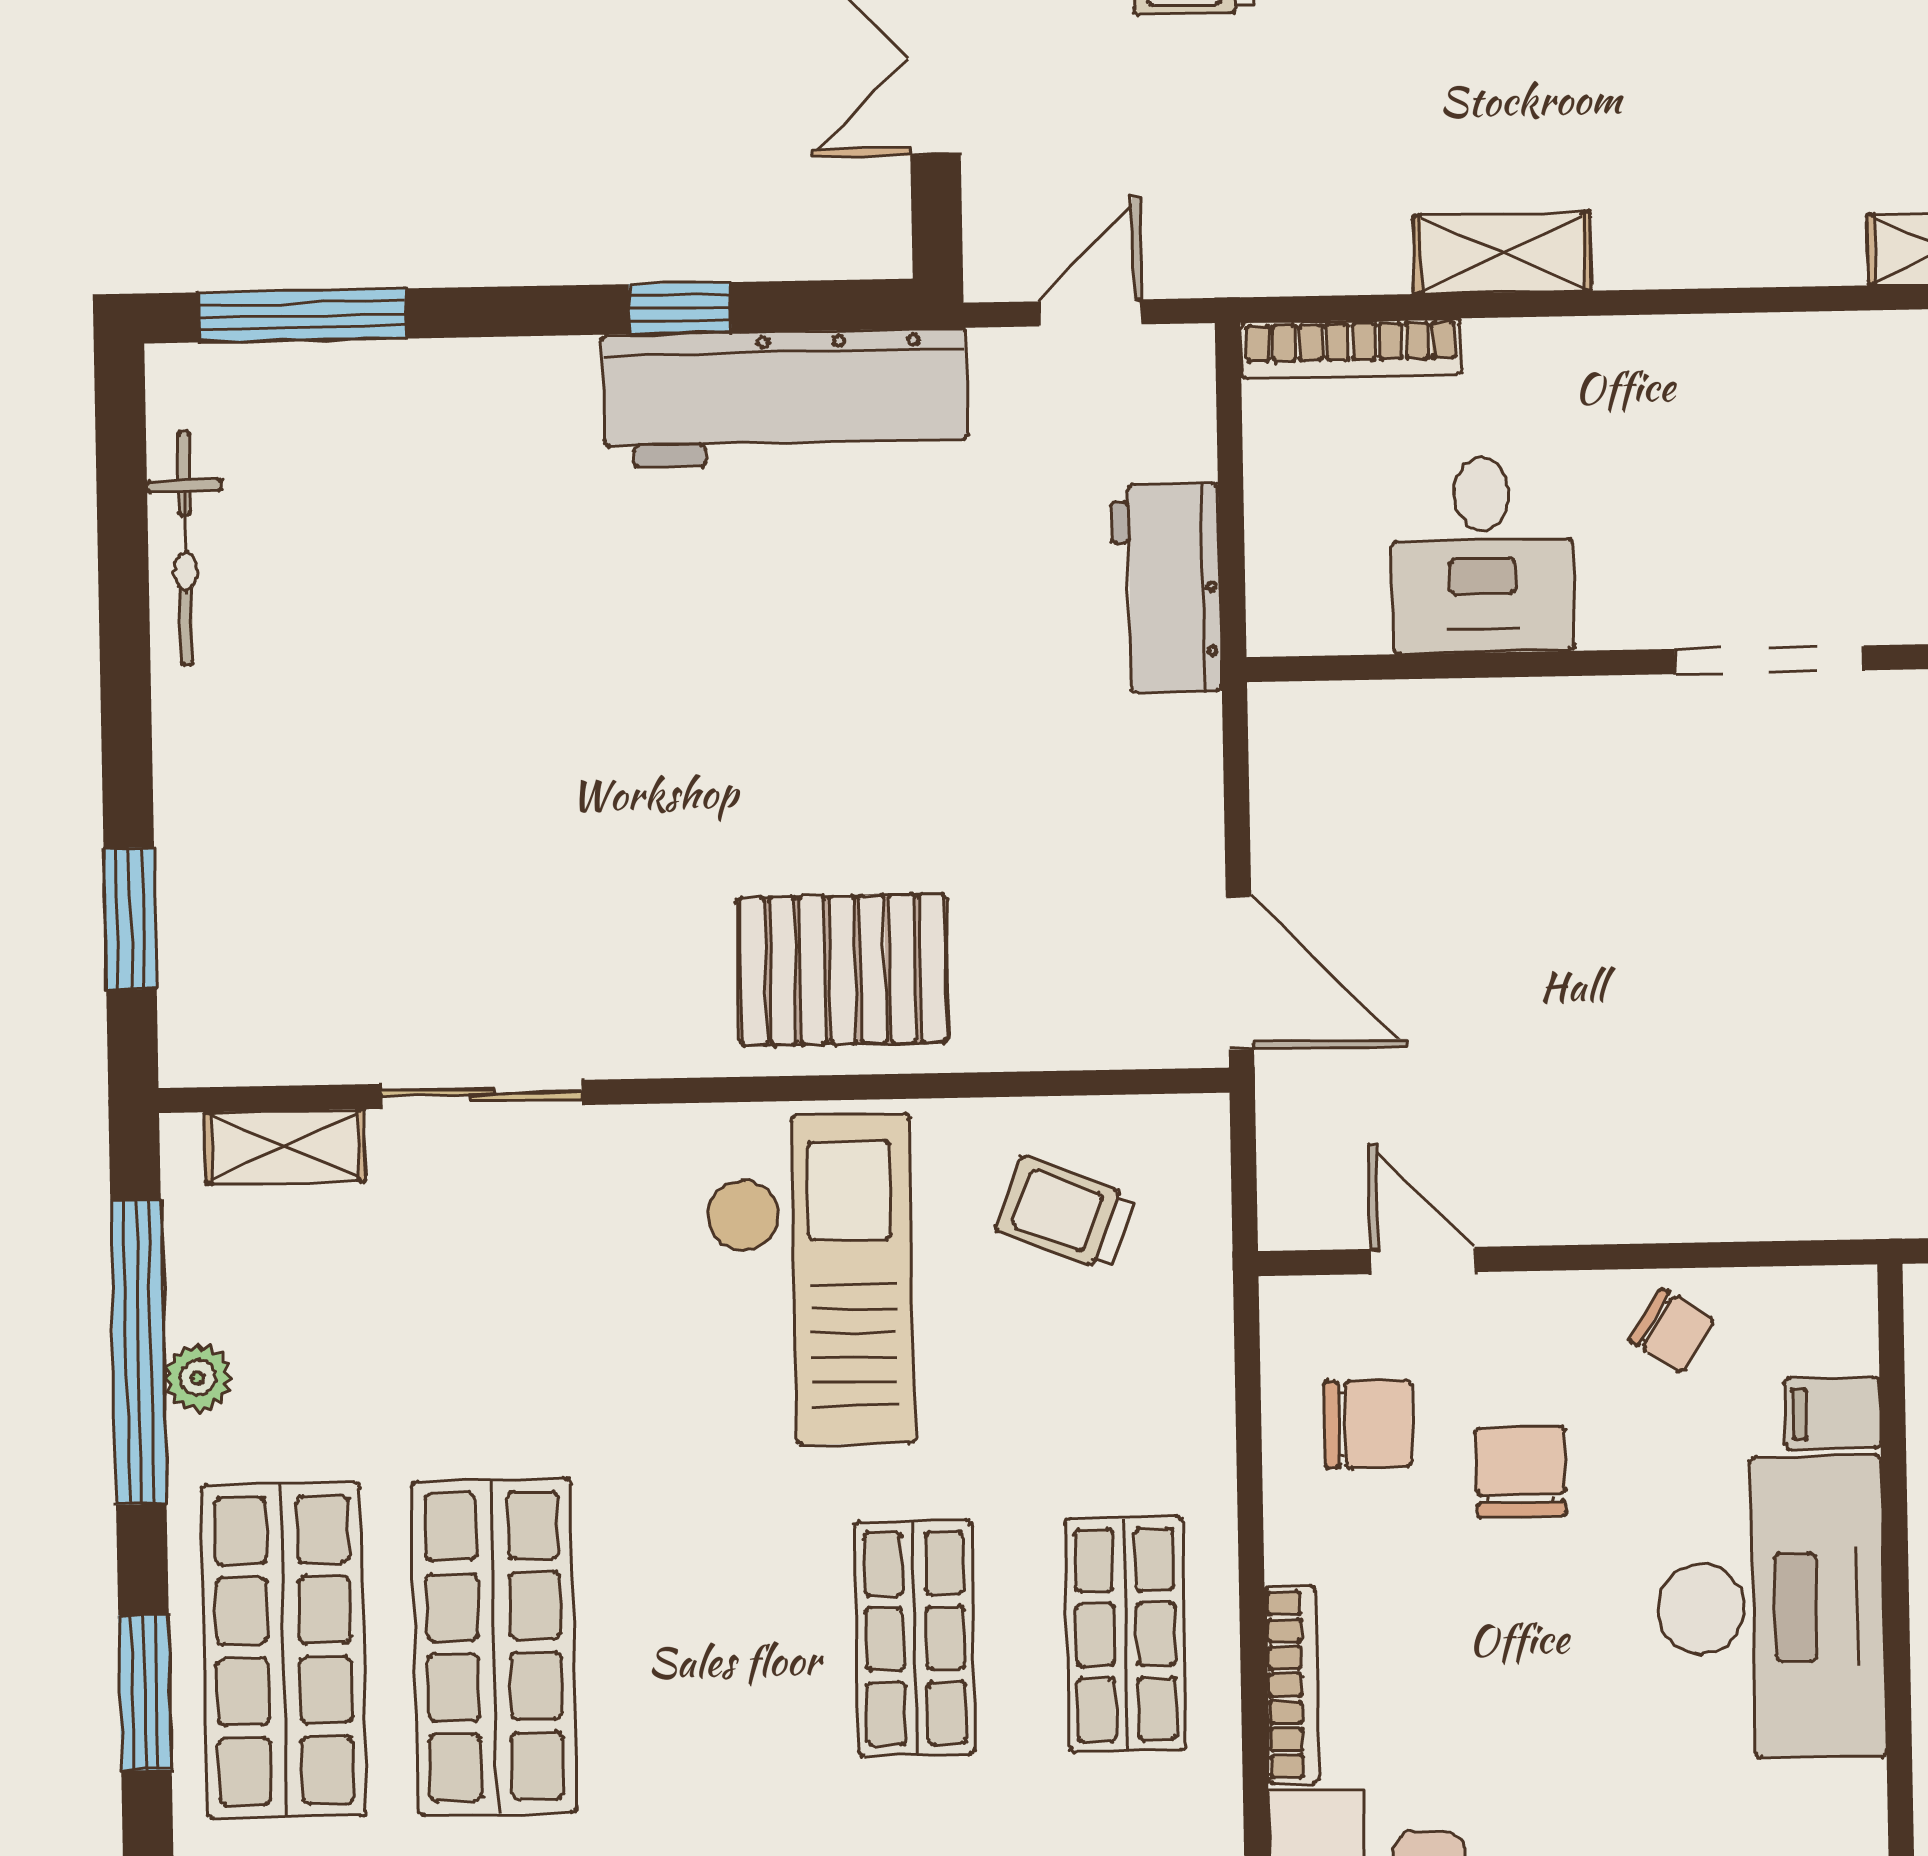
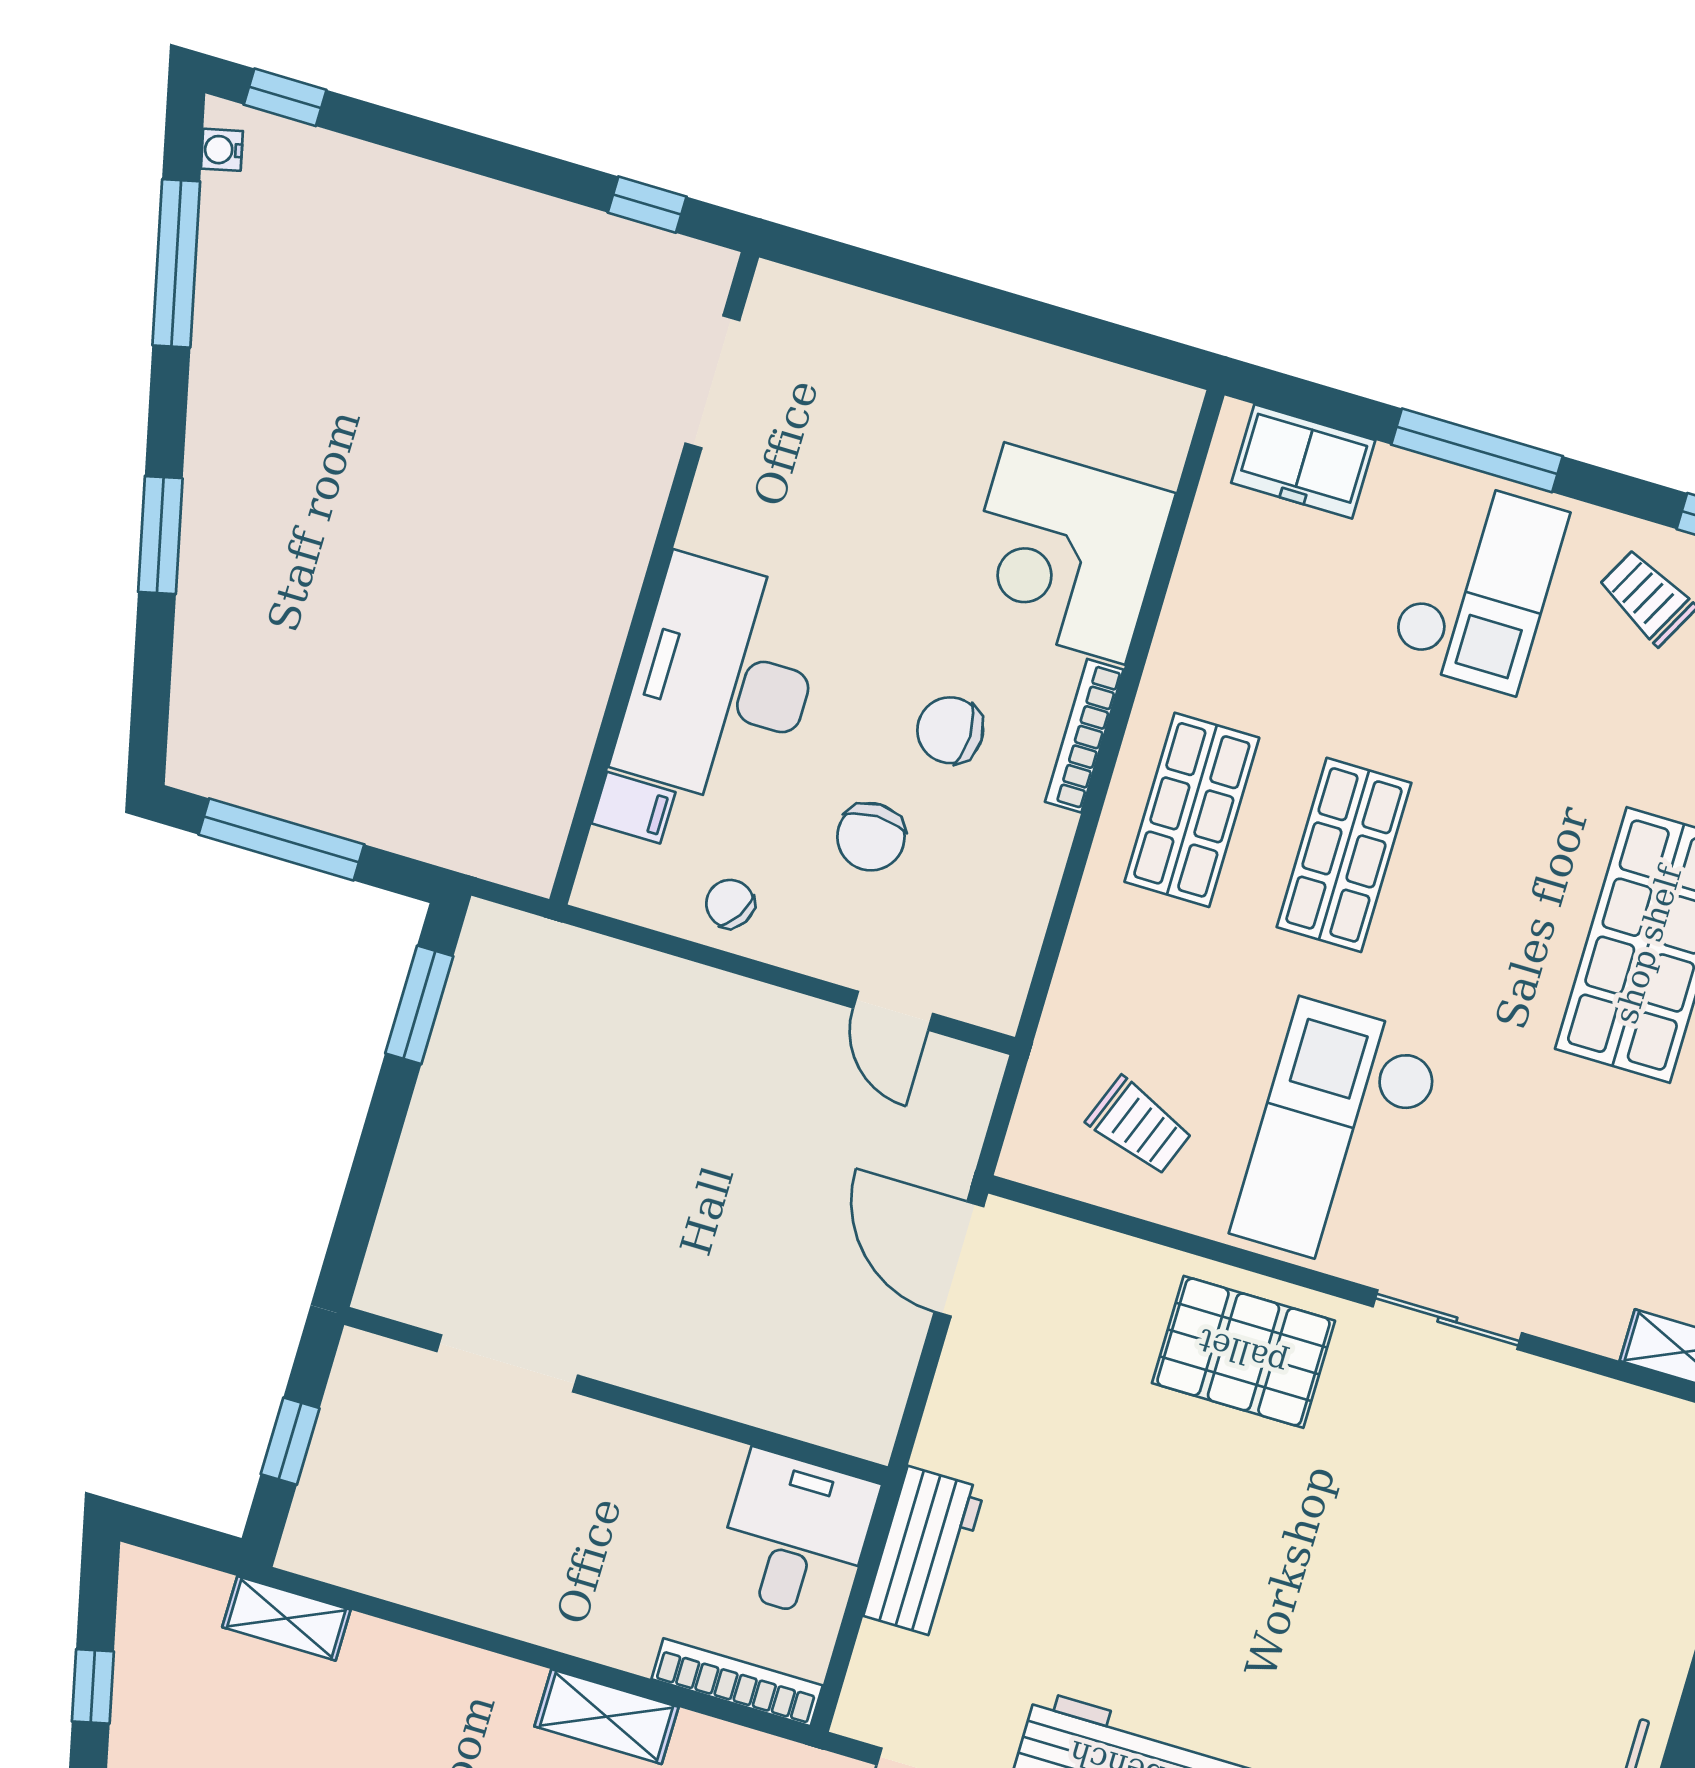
desk: (1482, 555) -> (796, 1536), moved
sliding door: (482, 1094) -> (1447, 1320), moved
chair: (1368, 1424) -> (950, 730), moved

